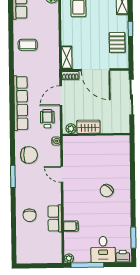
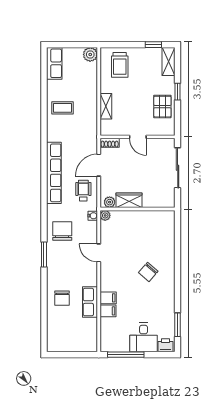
shelving: (67, 58) -> (106, 106), moved
door: (96, 70) -> (138, 137), width x0.53
chair: (29, 155) -> (62, 231), turned -90
filing cabinet: (71, 214) -> (108, 298), added
plant: (69, 258) -> (105, 215), moved

